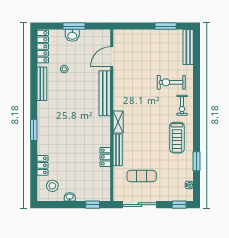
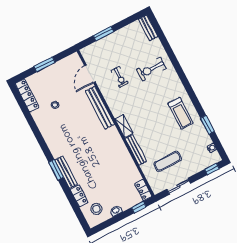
window: (166, 26) -> (104, 34), moved
washbasin: (72, 35) -> (47, 73), removed
bench: (188, 47) -> (148, 28), width x0.73
bench: (42, 84) -> (66, 172), moved
exercise bike: (182, 105) -> (120, 77), moved
locker: (105, 157) -> (143, 190), moved
sliding door: (140, 205) -> (179, 186), width x0.73

